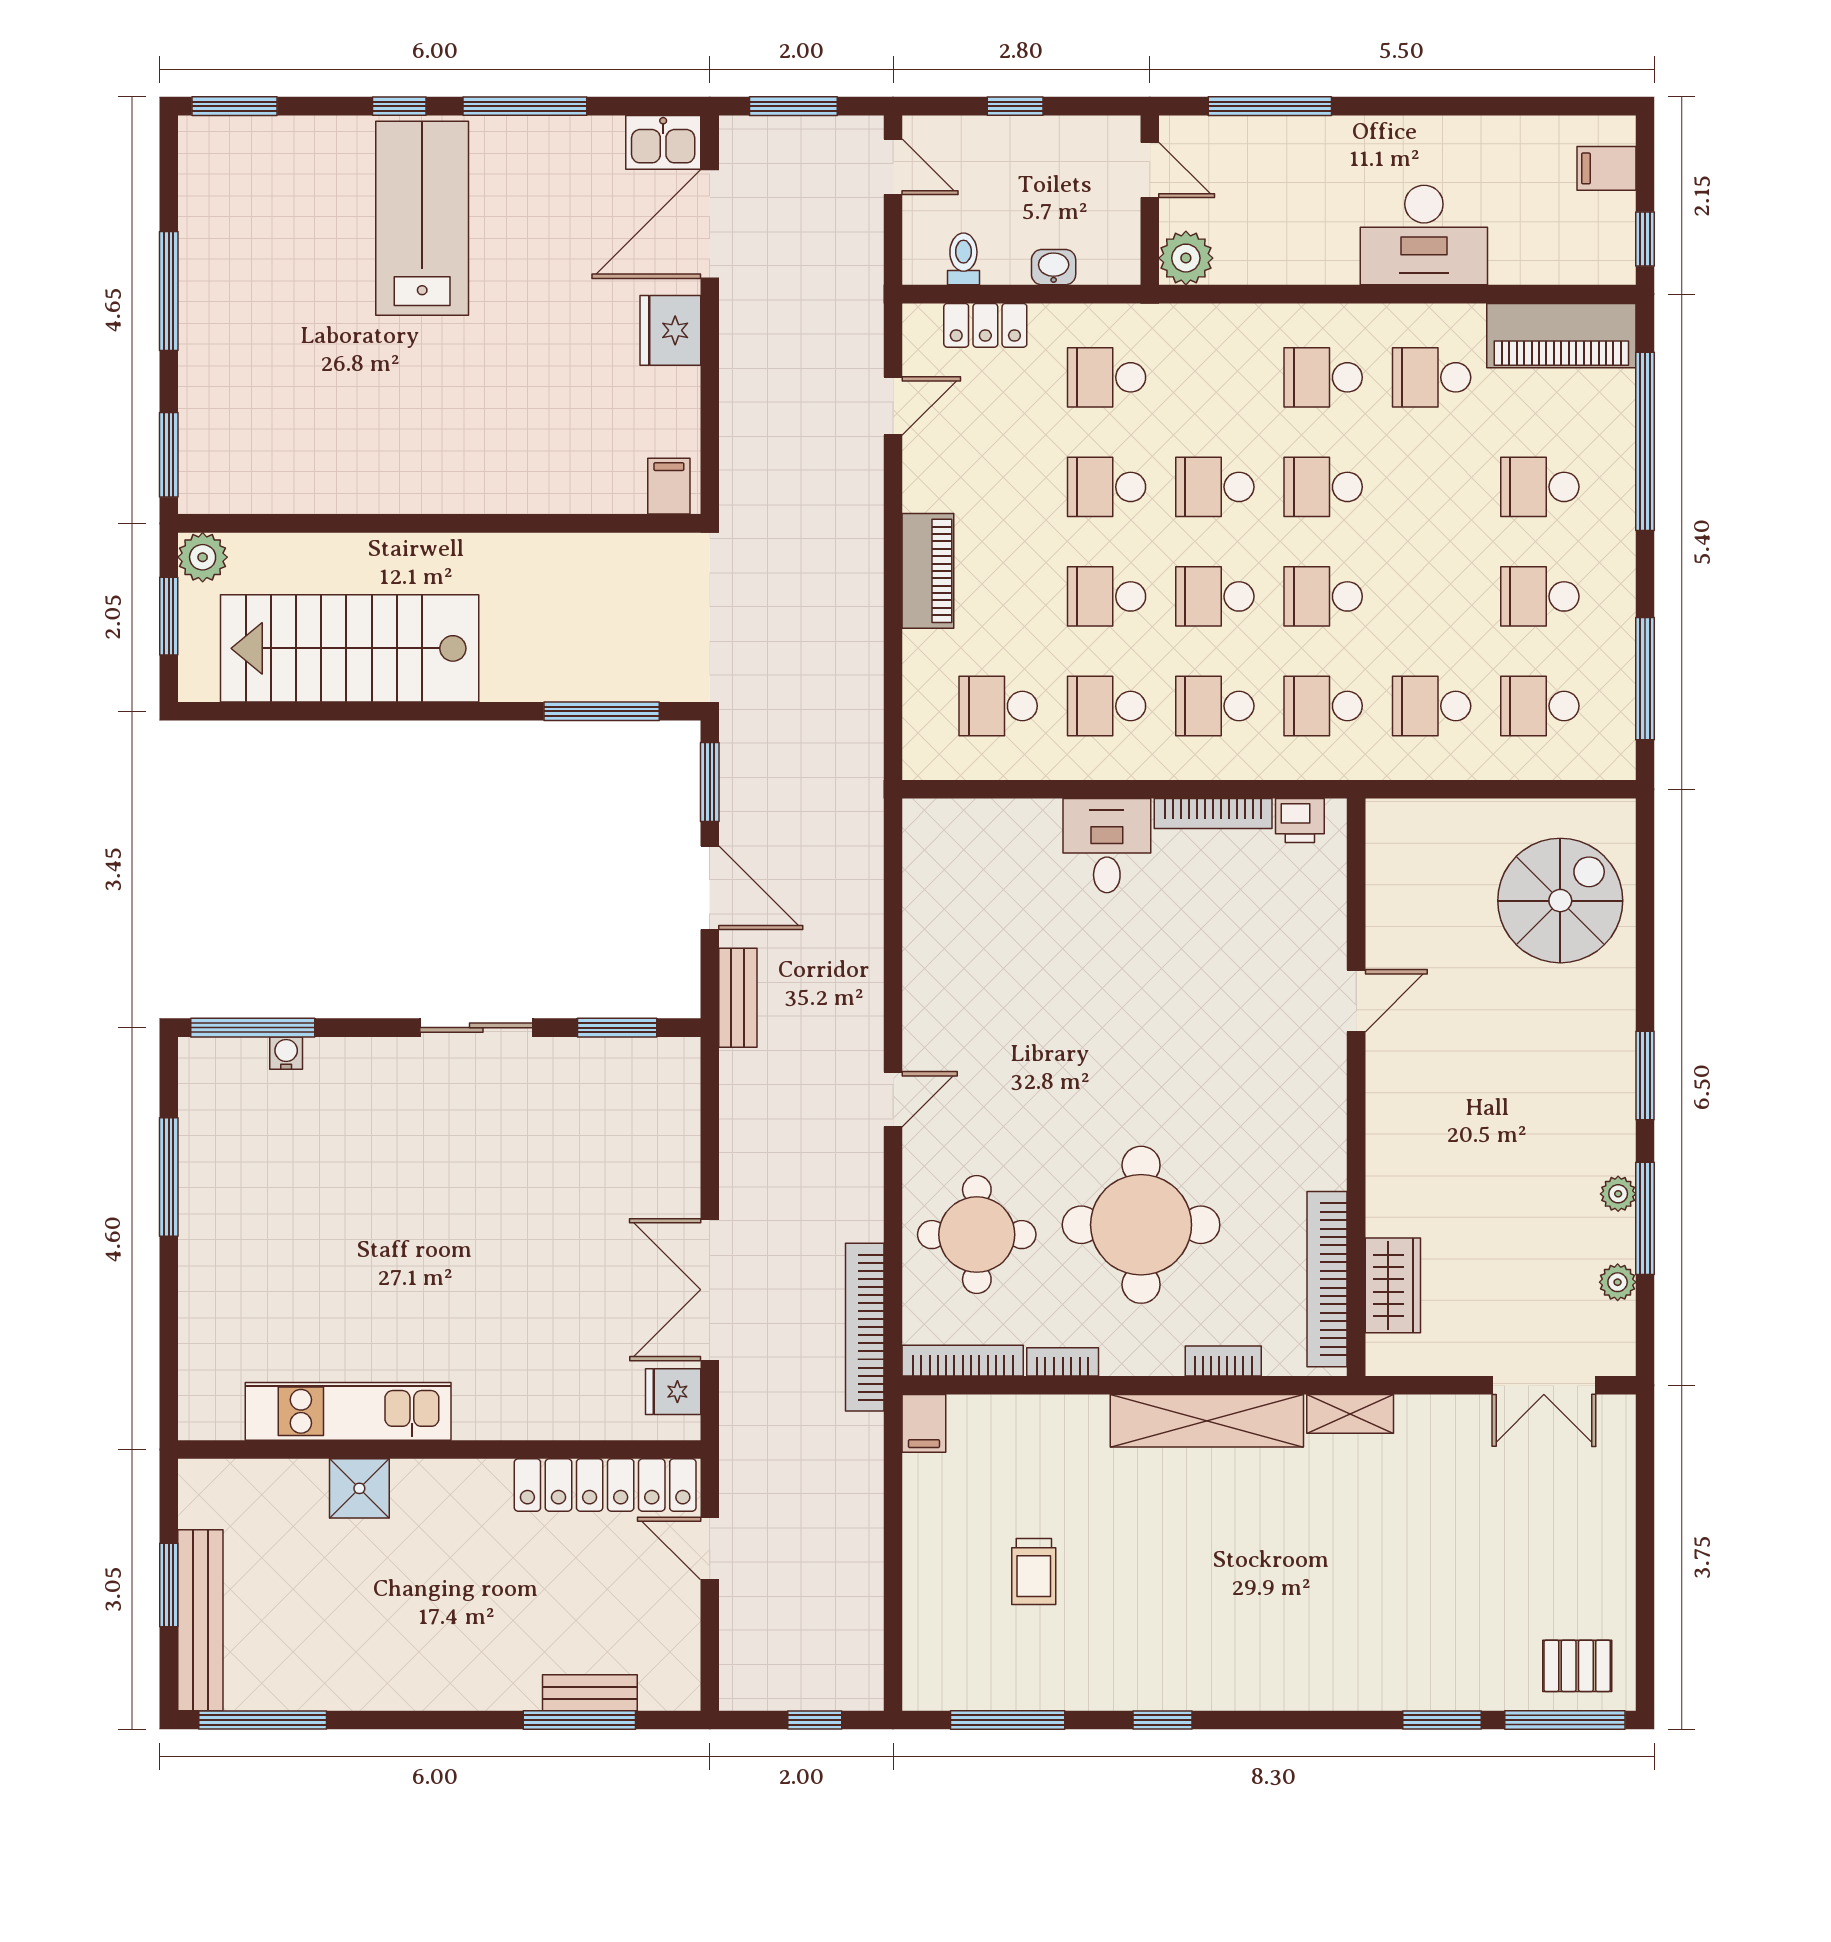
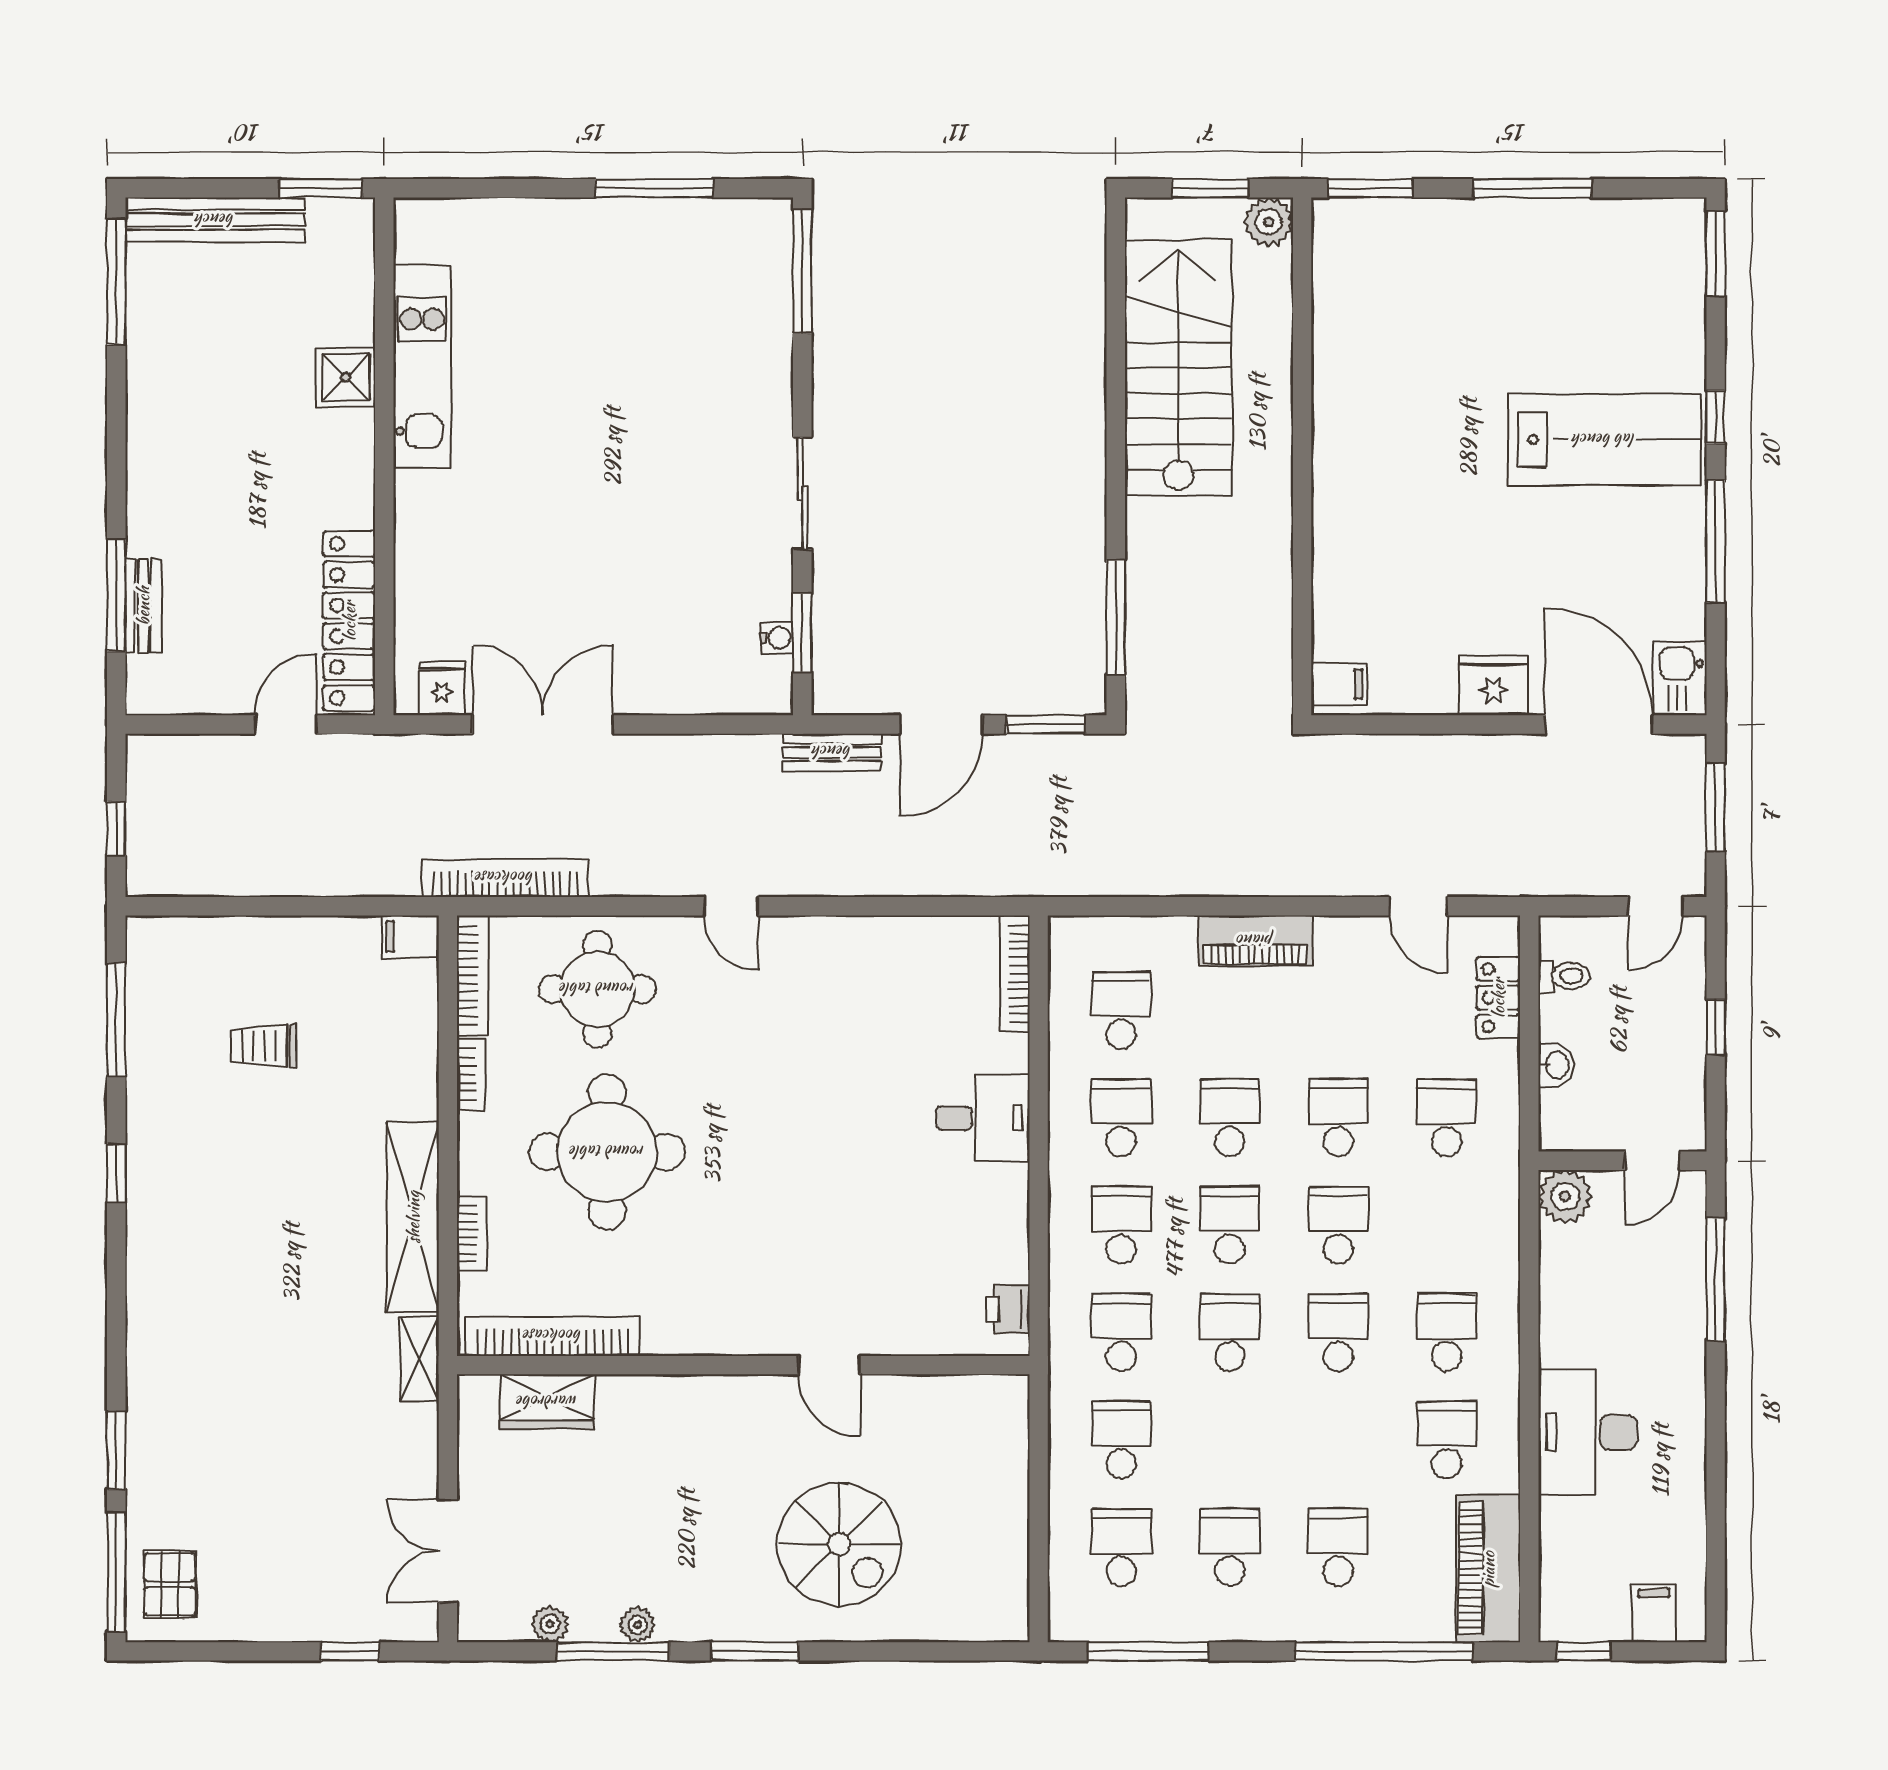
bookcase: (1213, 813) -> (1015, 974), moved
spiral stairs: (1560, 901) -> (839, 1544), moved
water cooler: (286, 1053) -> (777, 638), moved
window: (1645, 1484) -> (350, 1651), added
window: (169, 1585) -> (321, 188), moved

